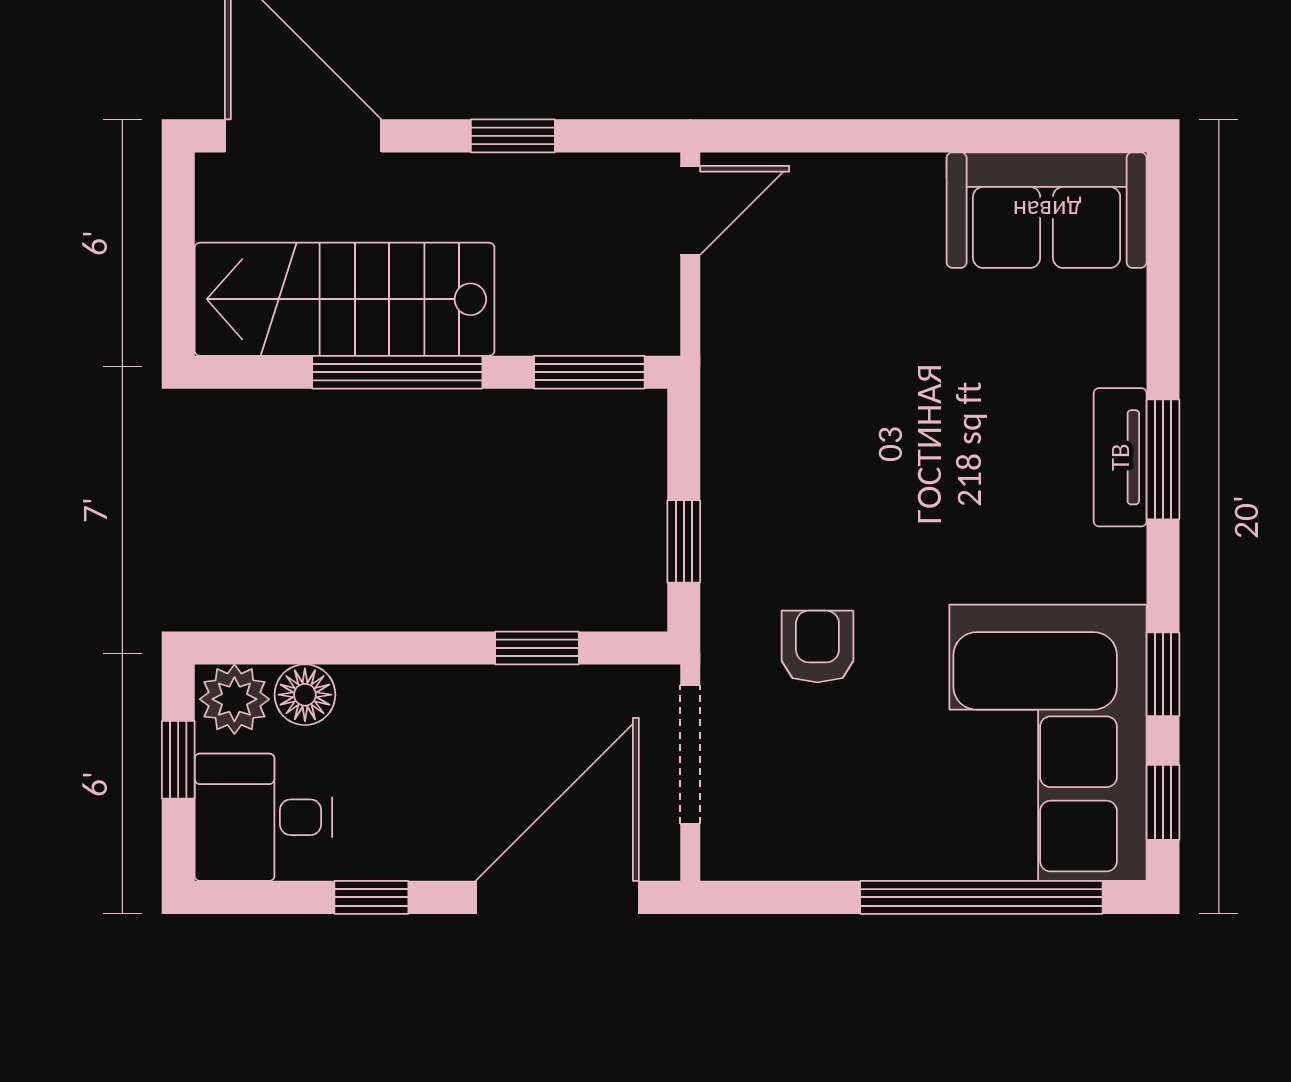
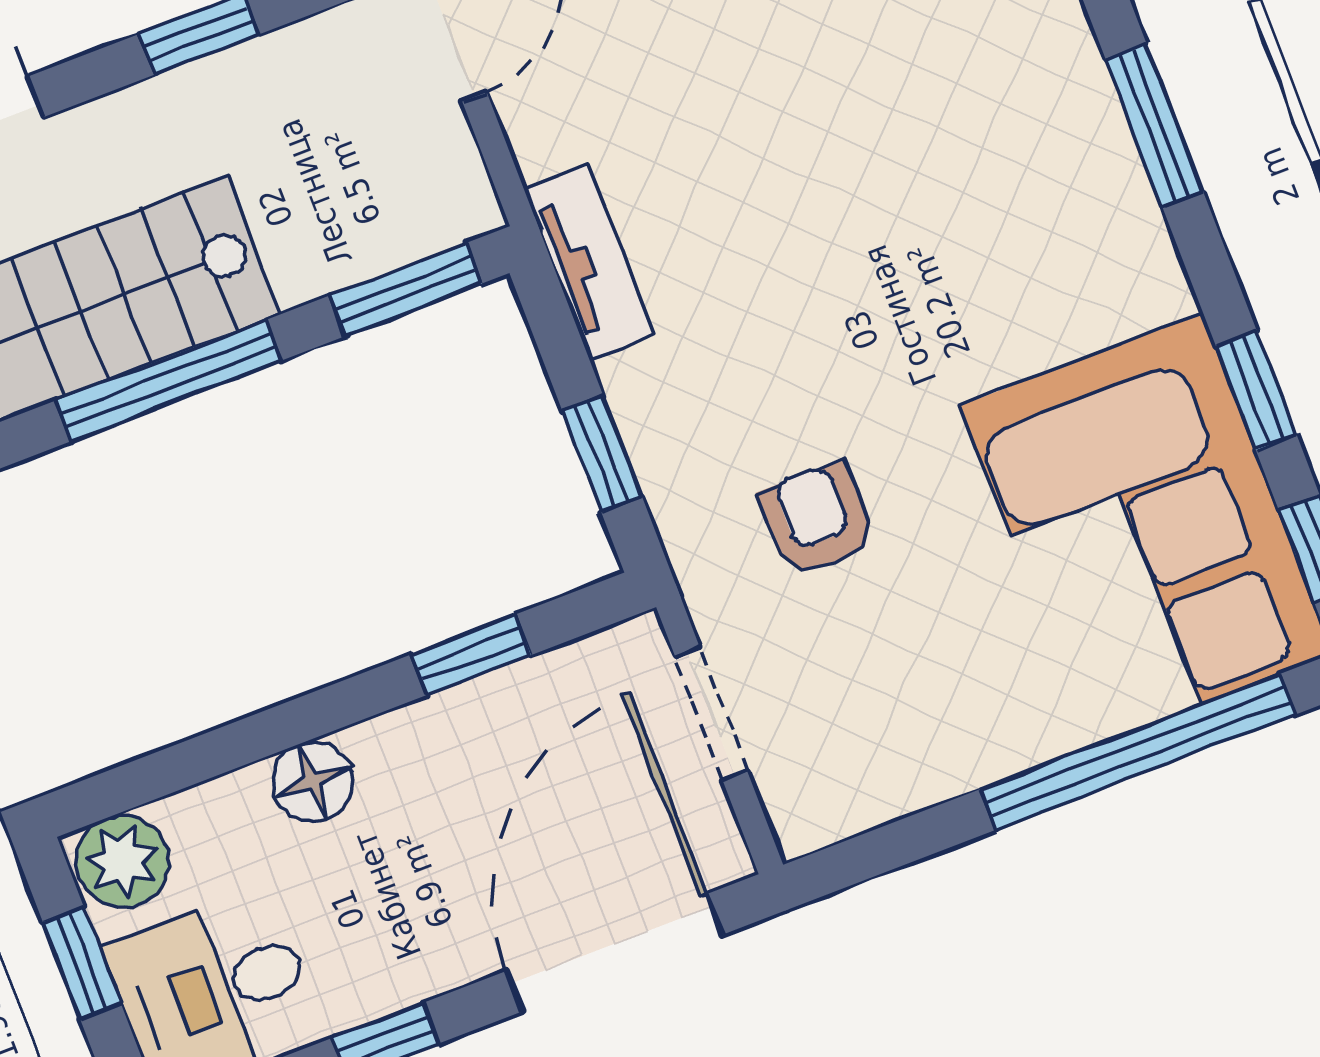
tv unit: (1120, 457) -> (589, 261), moved, turned 180
floor lamp: (305, 695) -> (313, 782), moved
doorway: (690, 754) -> (711, 713), width x0.73

